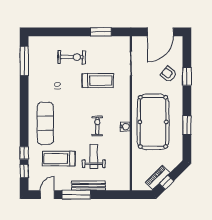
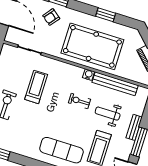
bench: (124, 155) -> (115, 84), added
bench: (88, 186) -> (134, 127), width x0.73

